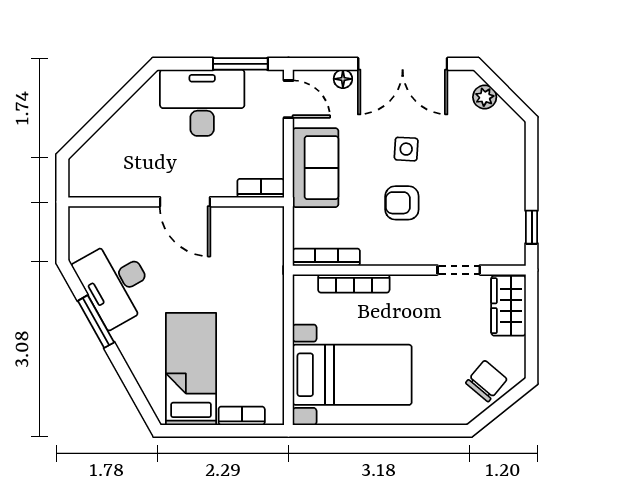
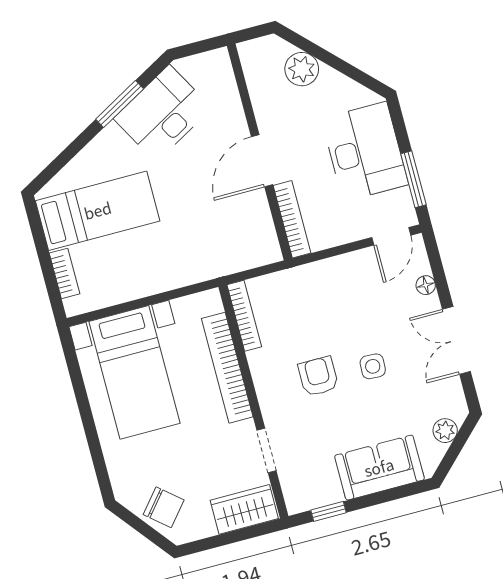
double door: (403, 64) -> (456, 340), width x0.73
plant: (109, 141) -> (302, 69), added
sofa: (316, 168) -> (379, 468), moved, turned 180
bookcase: (261, 188) -> (292, 219), width x1.56
bookcase: (354, 283) -> (227, 368), width x1.48, depth x1.31

